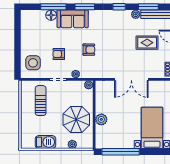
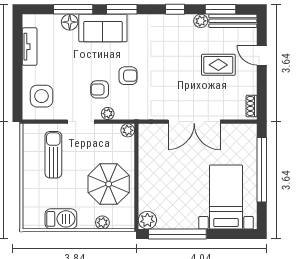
tv unit: (25, 31) -> (30, 47), added
armchair: (59, 54) -> (100, 89), moved
plant: (101, 119) -> (147, 220), moved

